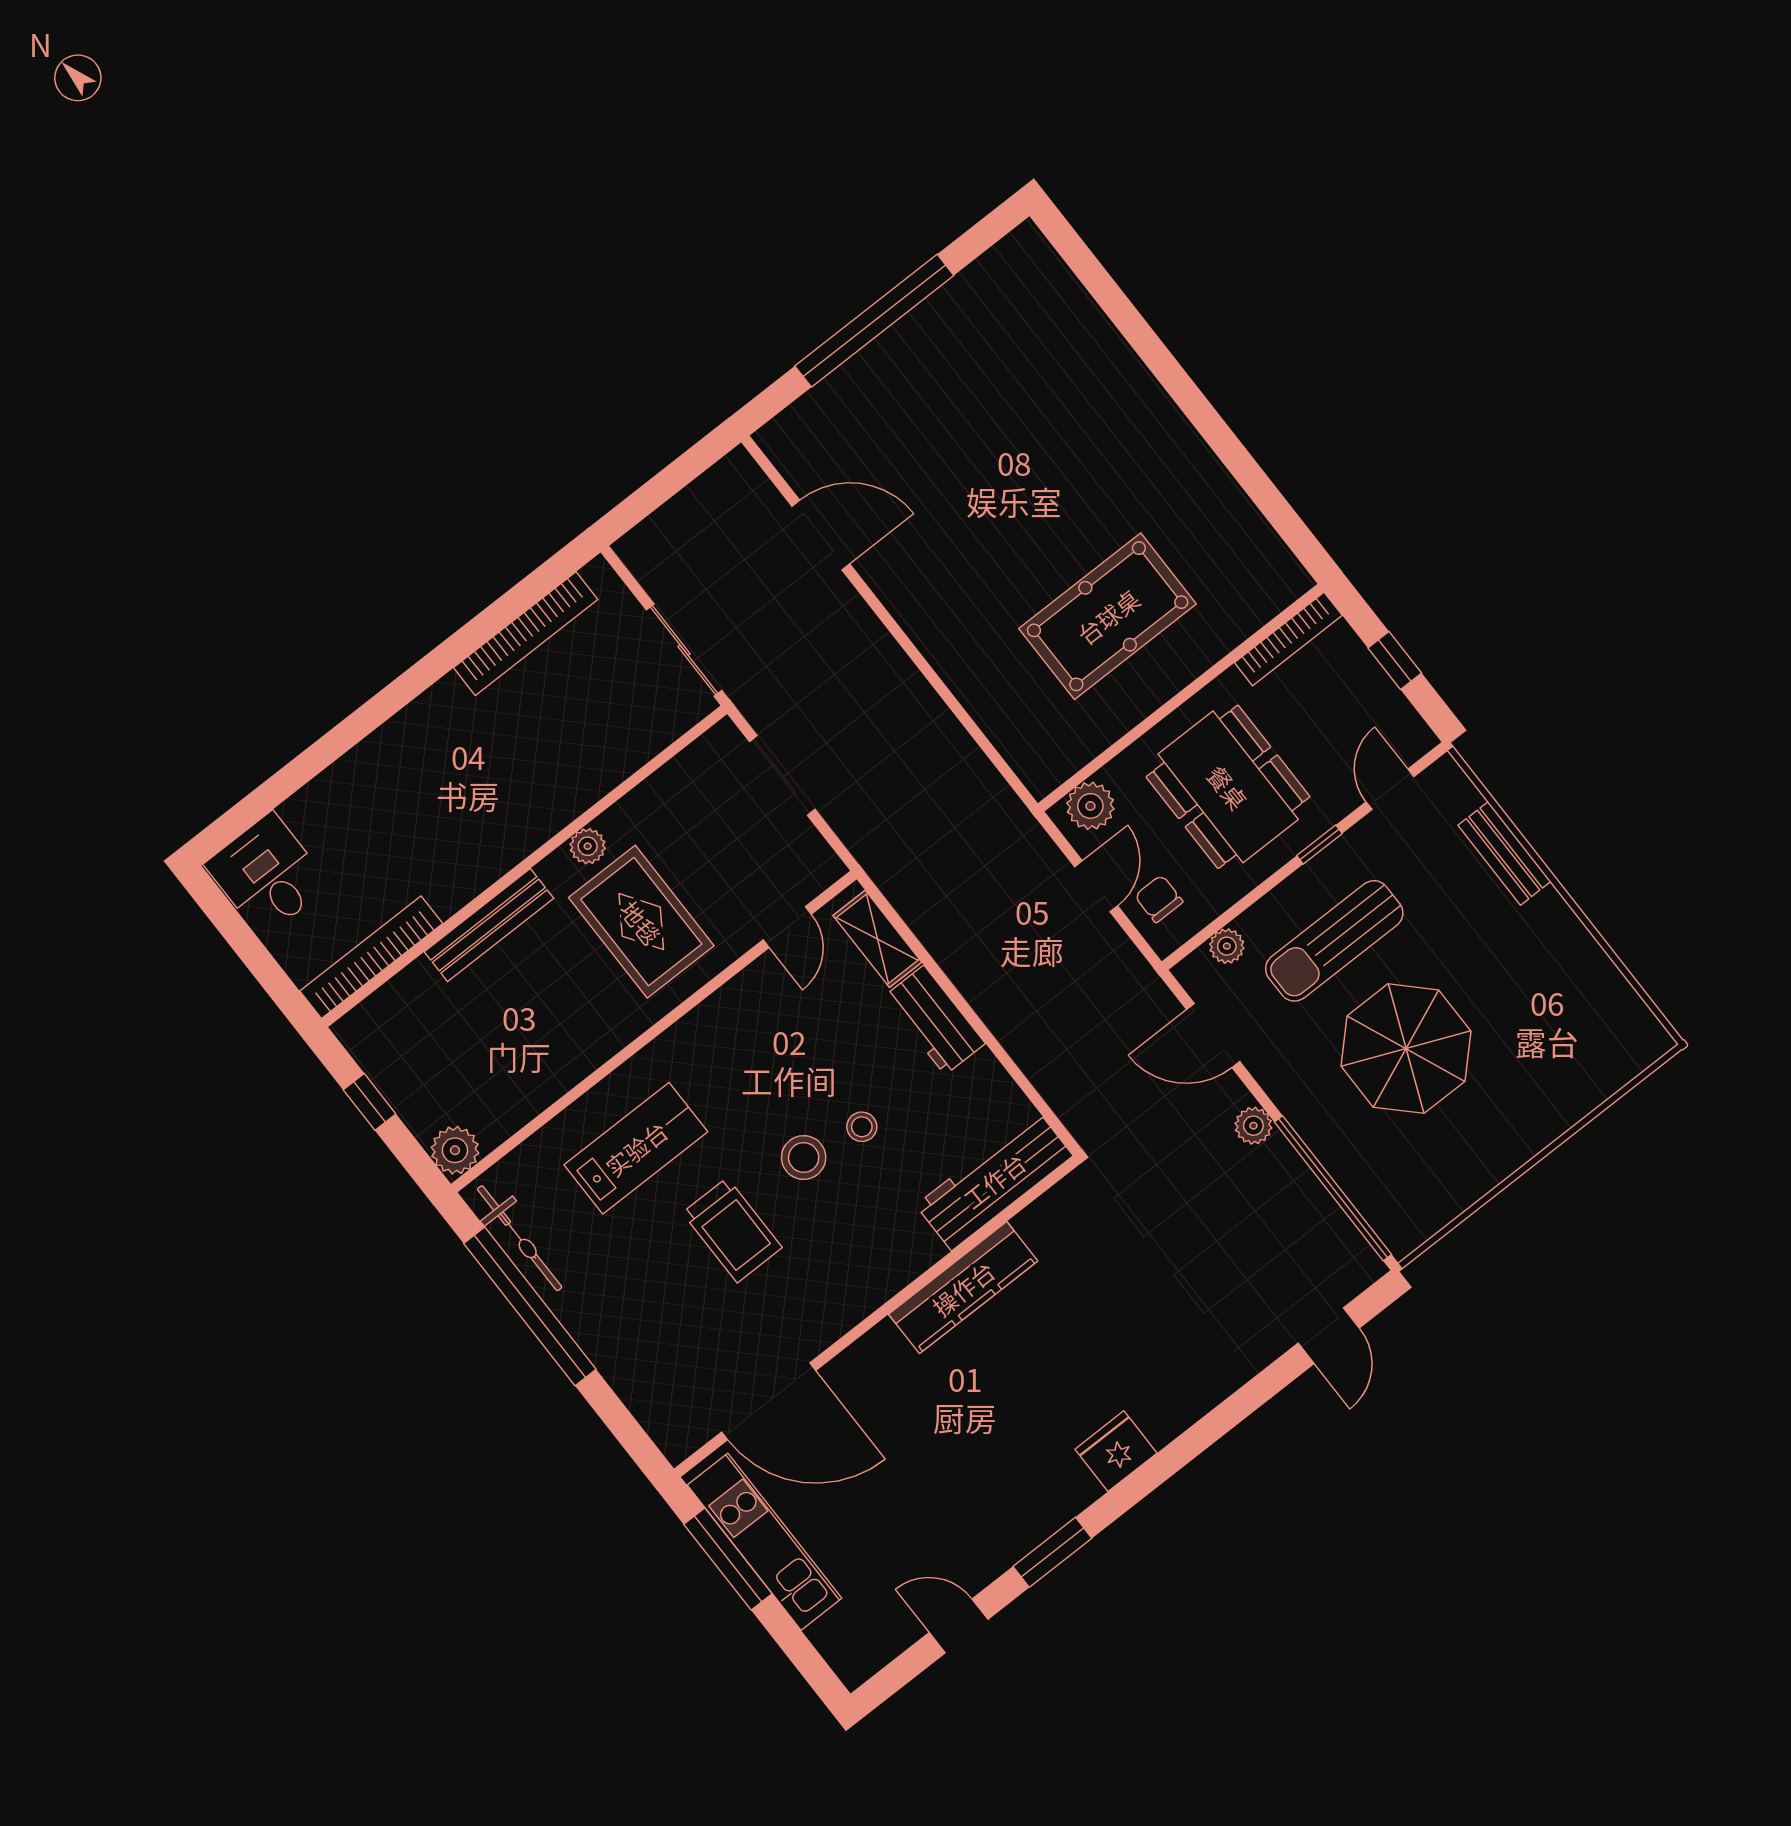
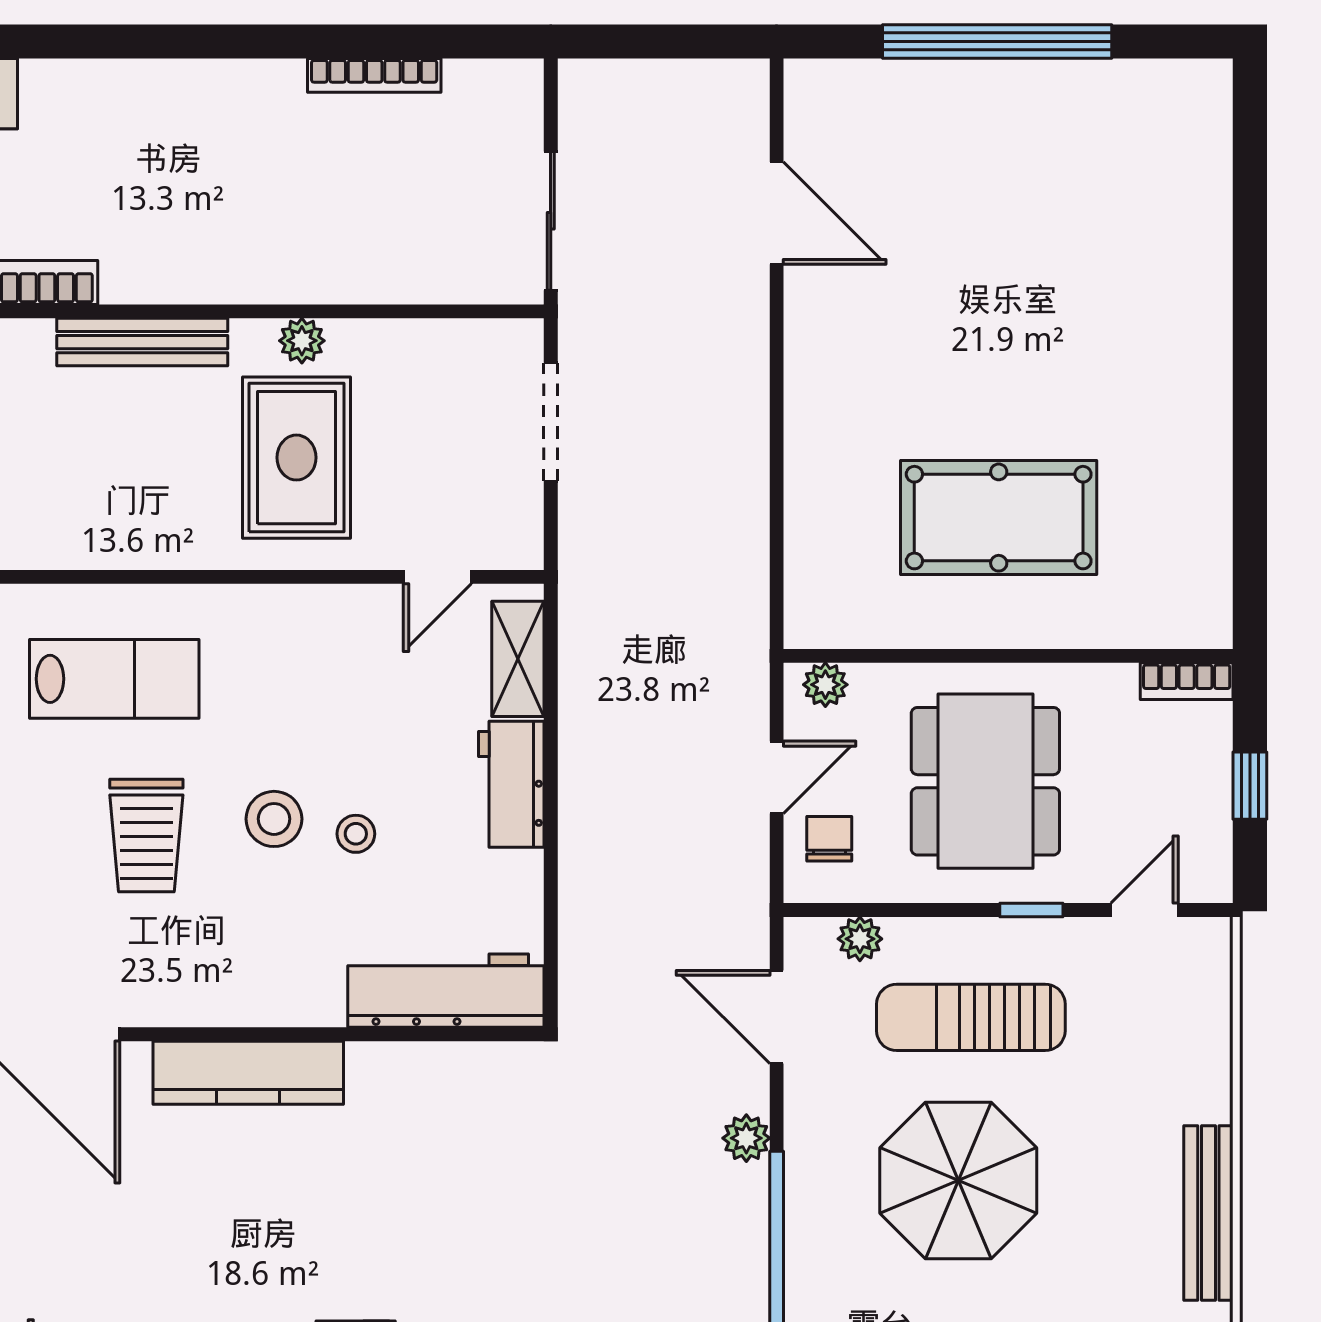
bookcase: (526, 634) -> (374, 75), width x0.68, depth x0.76
bookcase: (1288, 639) -> (1187, 681), width x0.64
plant: (1090, 806) -> (825, 685), width x0.73, depth x0.73
bench: (1504, 853) -> (1208, 1213), moved, width x1.36
kitchen counter: (963, 1288) -> (248, 1073), moved

